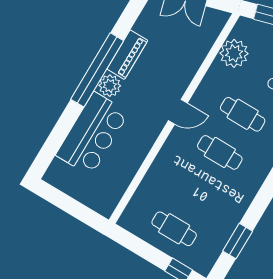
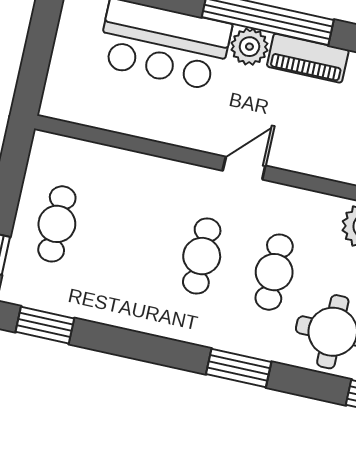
door: (178, 112) -> (244, 168), swing flipped
window: (238, 241) -> (45, 325), moved

